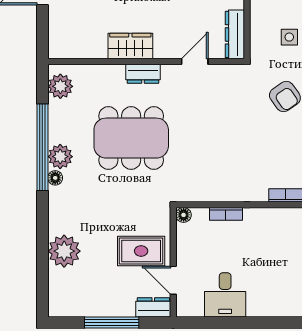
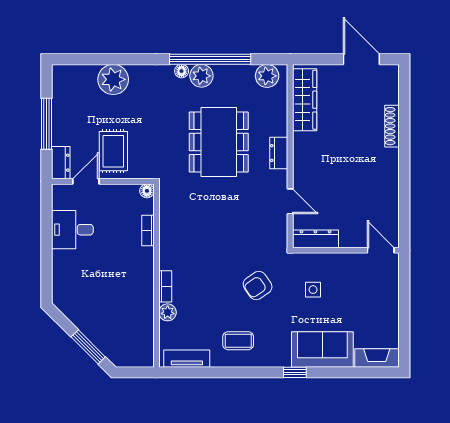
wardrobe: (130, 46) -> (305, 100), moved, width x1.50

